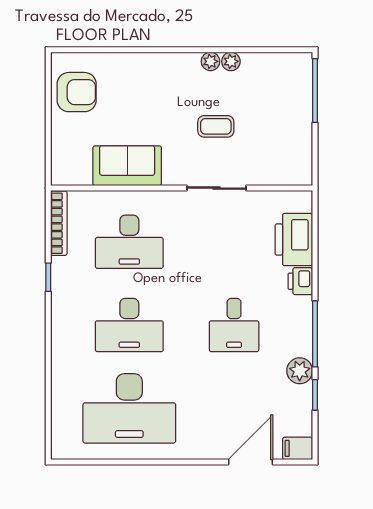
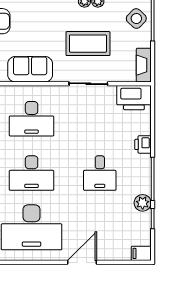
side table: (290, 88) -> (136, 19), added
coffee table: (216, 126) -> (88, 44), width x1.86, depth x1.72
fireplace: (301, 159) -> (144, 65), added
printer: (294, 240) -> (134, 98), moved, turned -90
door: (251, 462) -> (82, 262), moved

